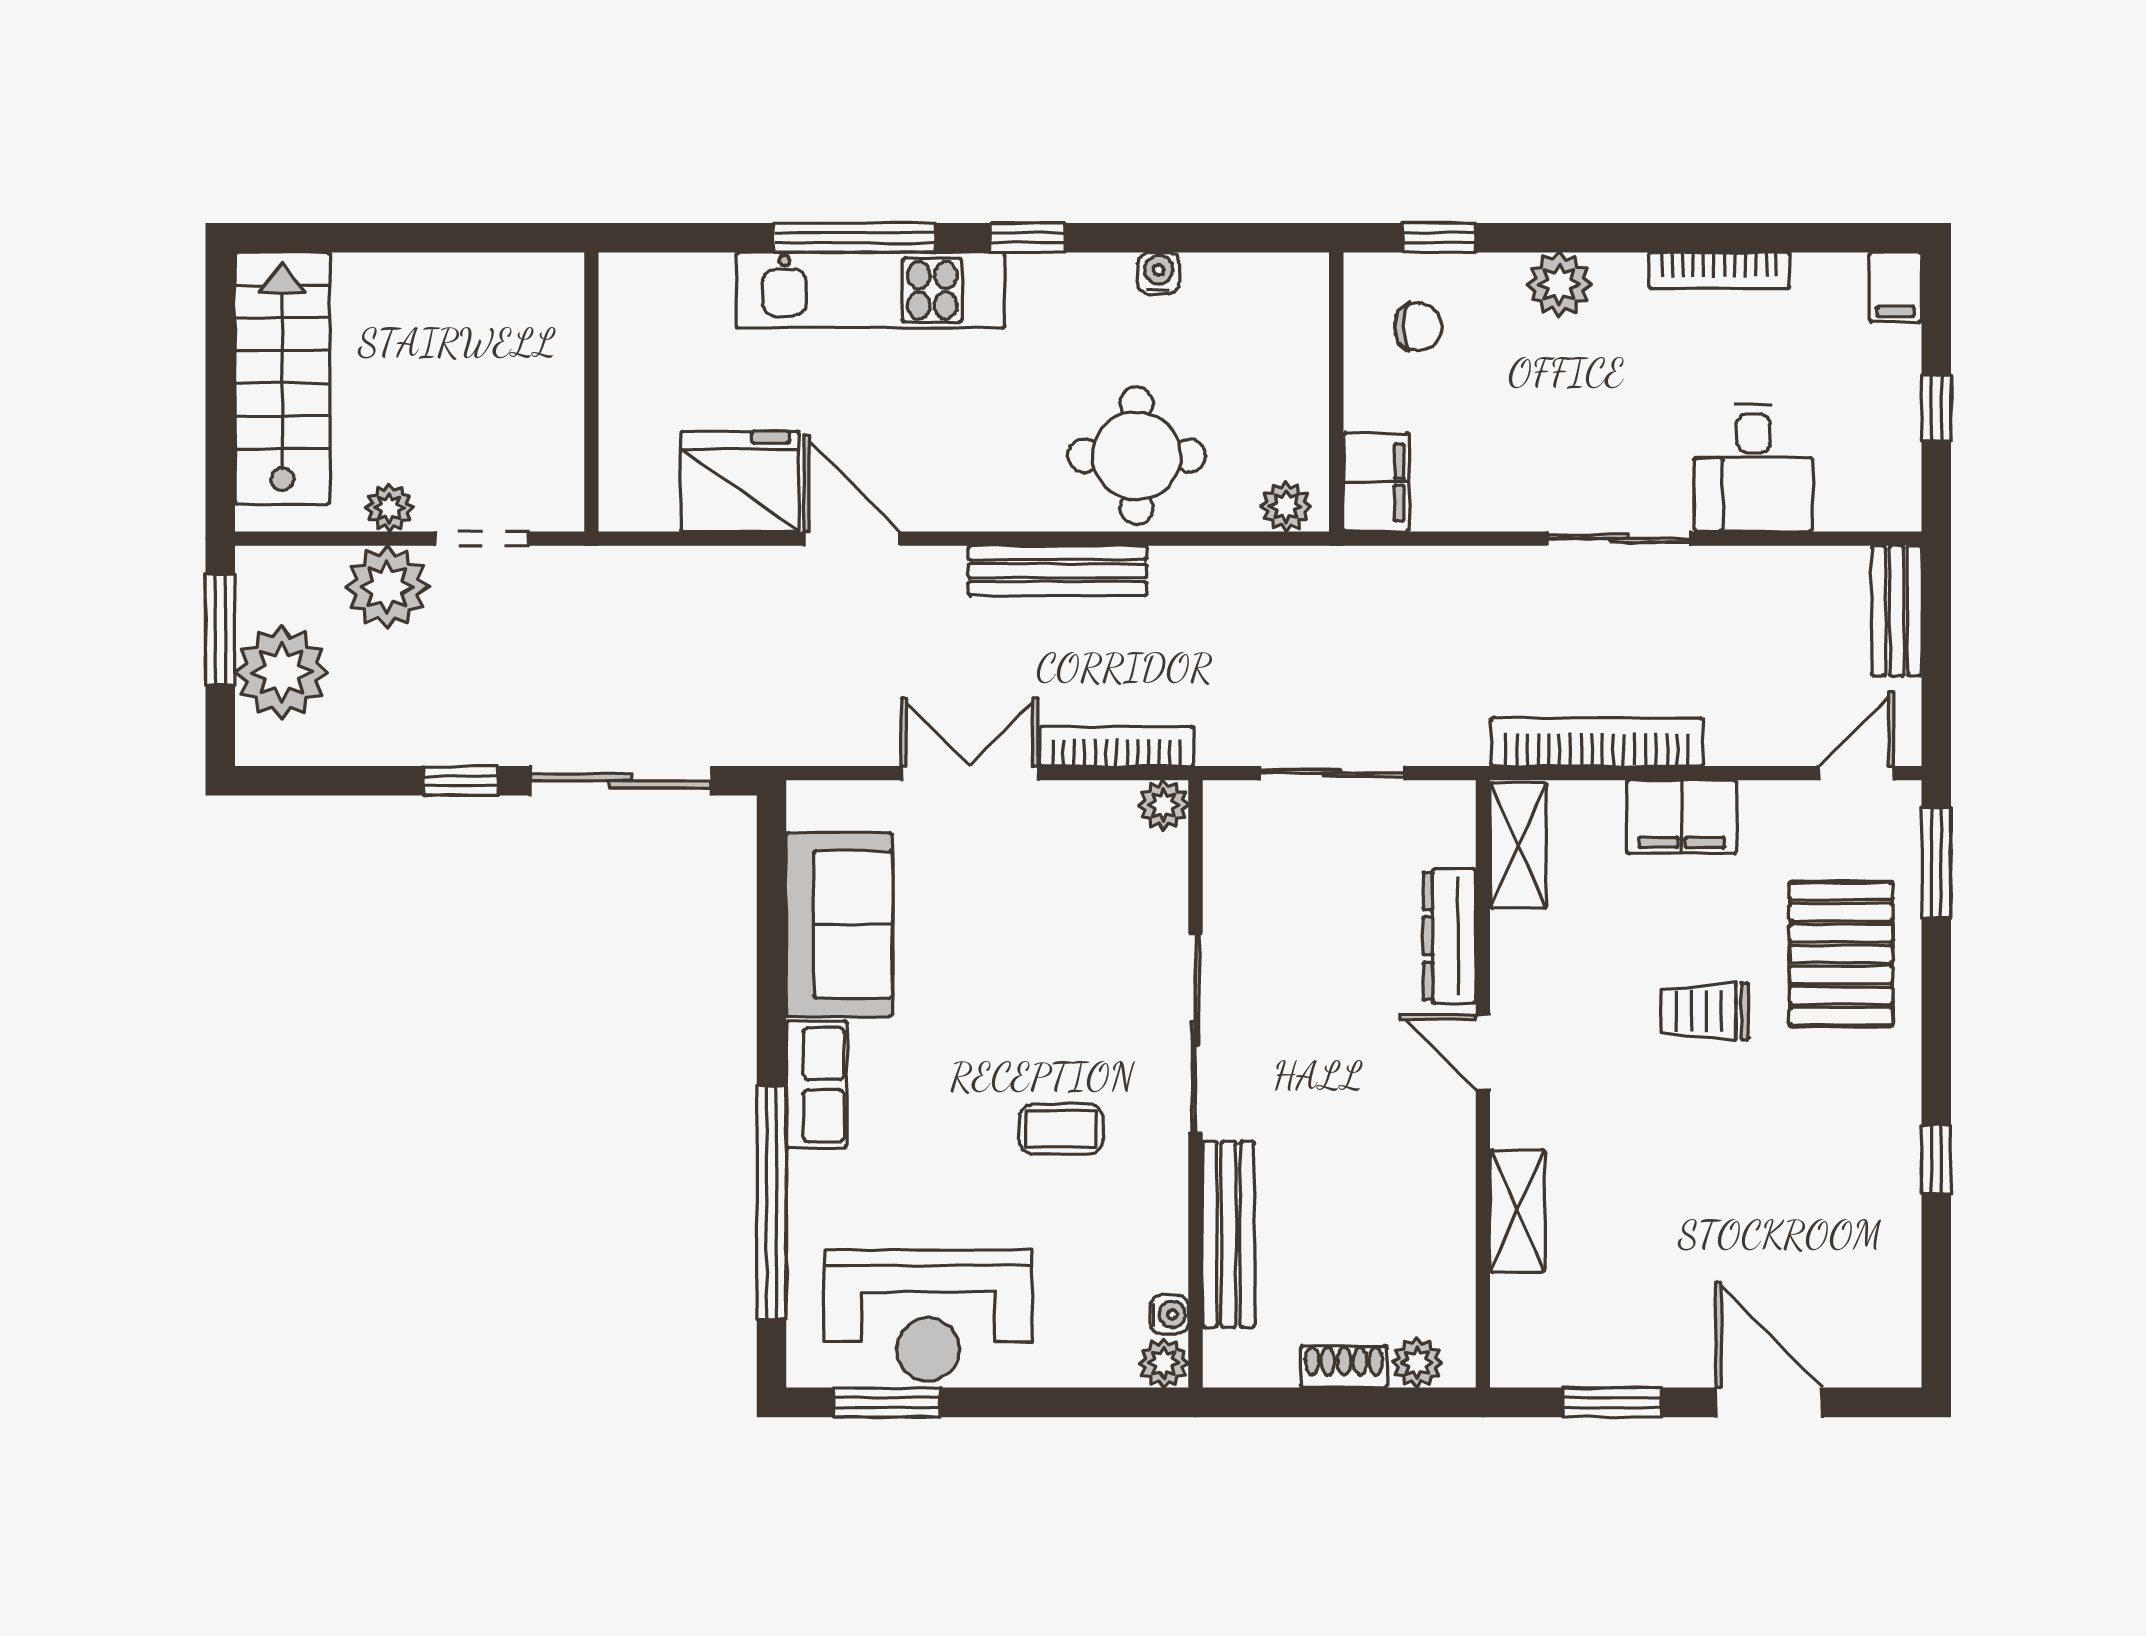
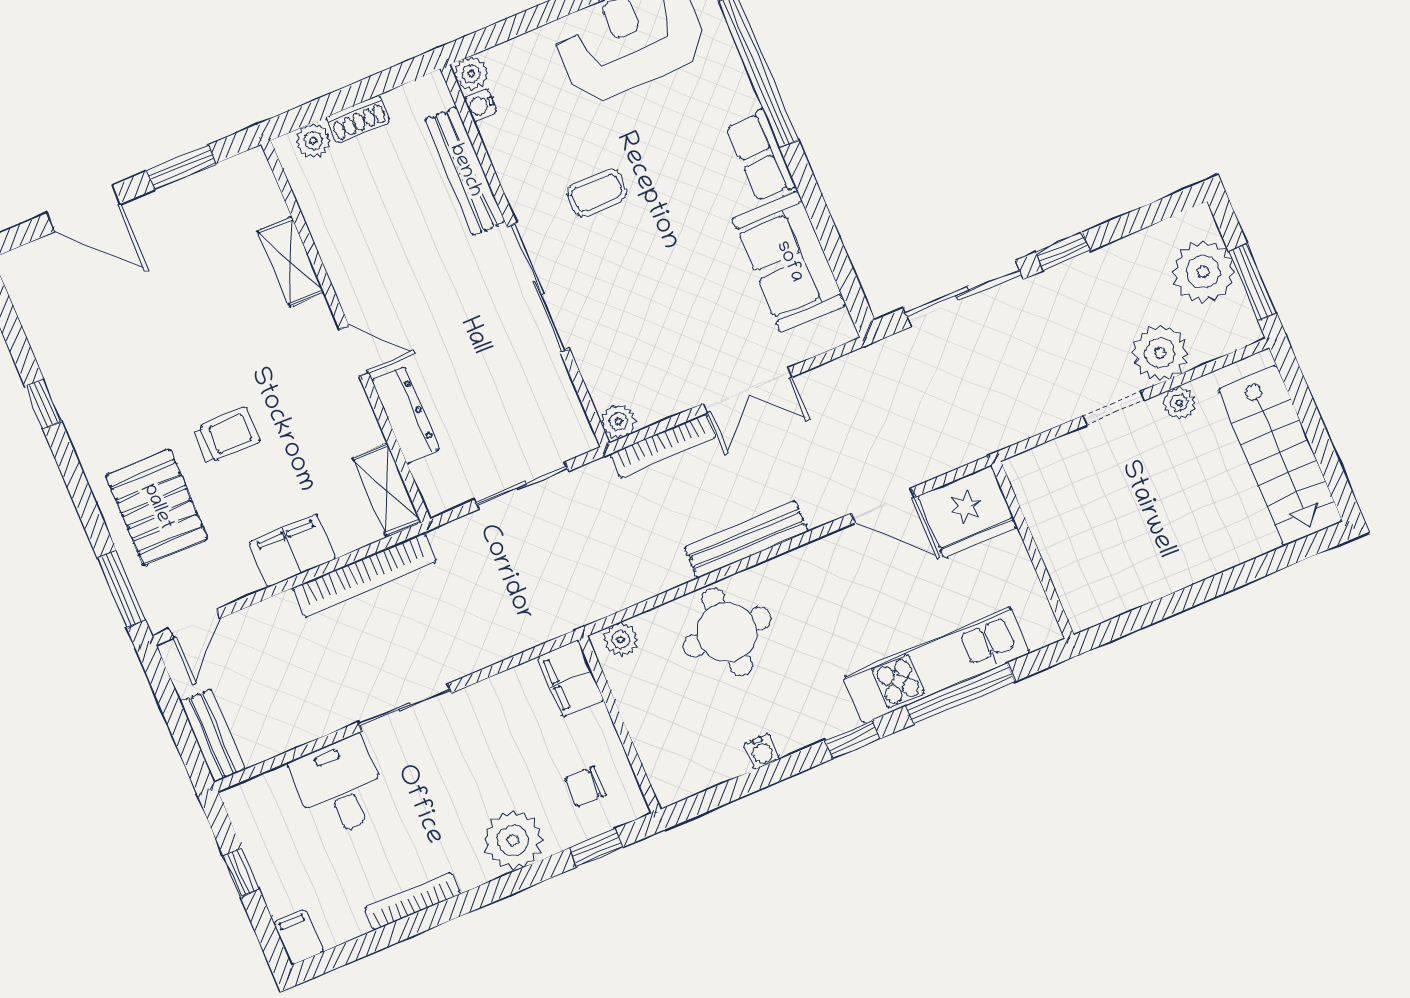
plant: (1559, 284) -> (513, 840), width x1.36, depth x1.36
wall: (591, 392) -> (1033, 550), moved

